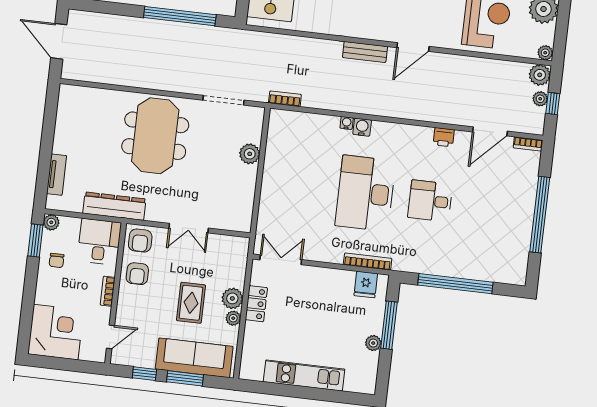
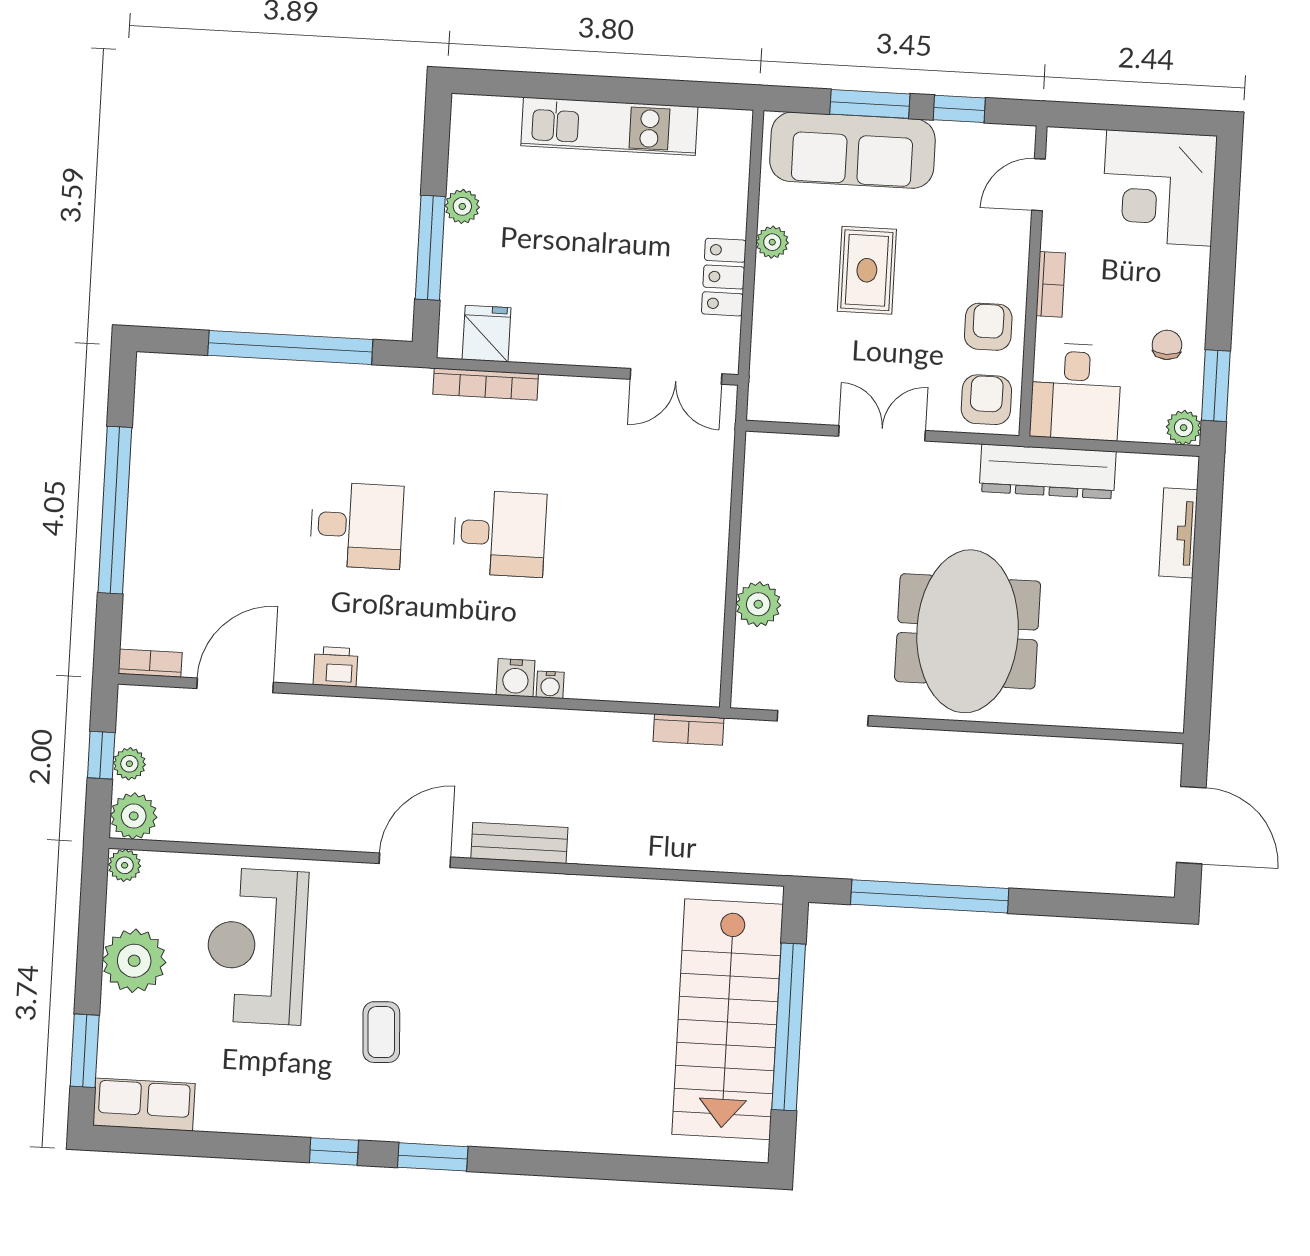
desk: (365, 193) -> (500, 533), width x0.53, depth x0.77
plant: (232, 298) -> (777, 285), removed

